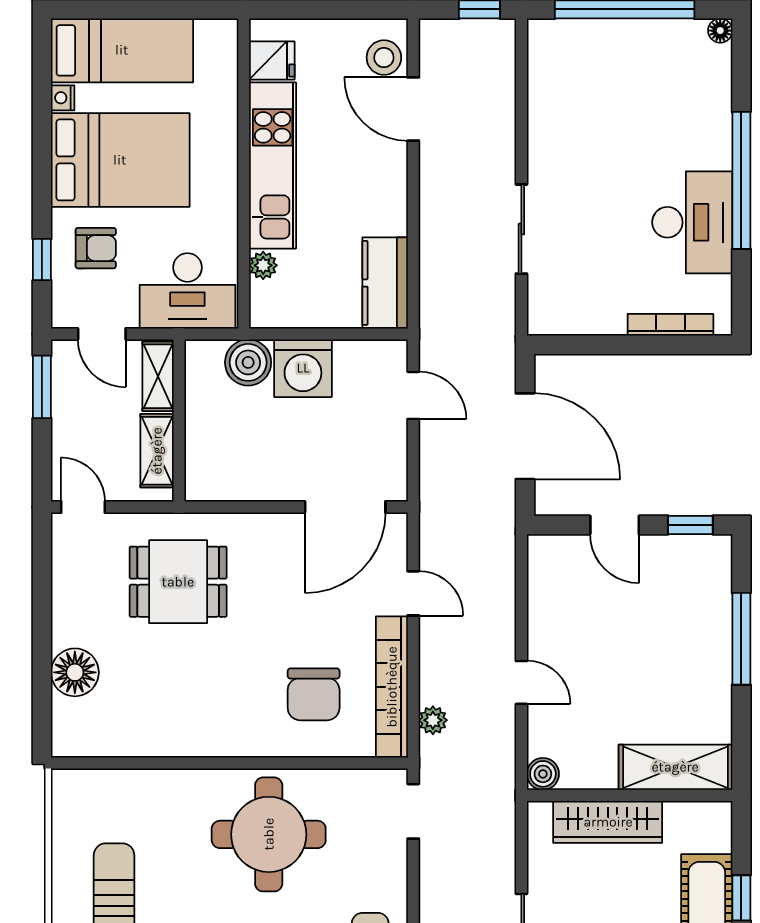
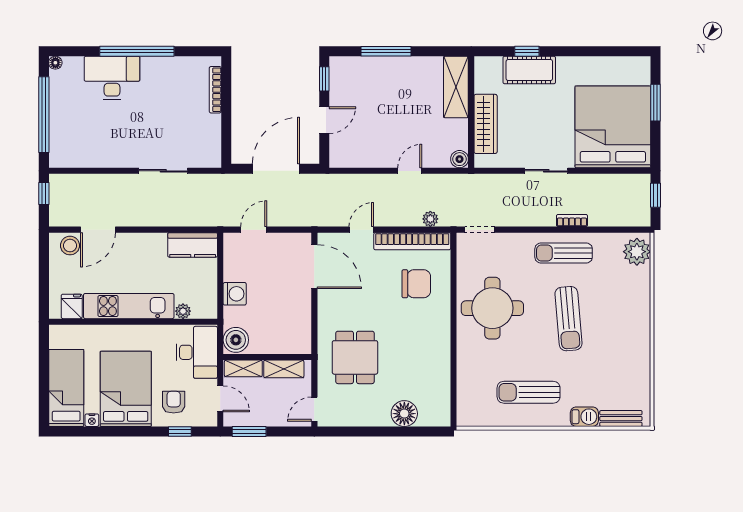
desk: (692, 222) -> (112, 78), moved
door: (102, 334) -> (220, 399), hinge flipped
boiler: (248, 362) -> (236, 340), moved
washing machine: (303, 368) -> (235, 294), width x0.73, depth x0.73

